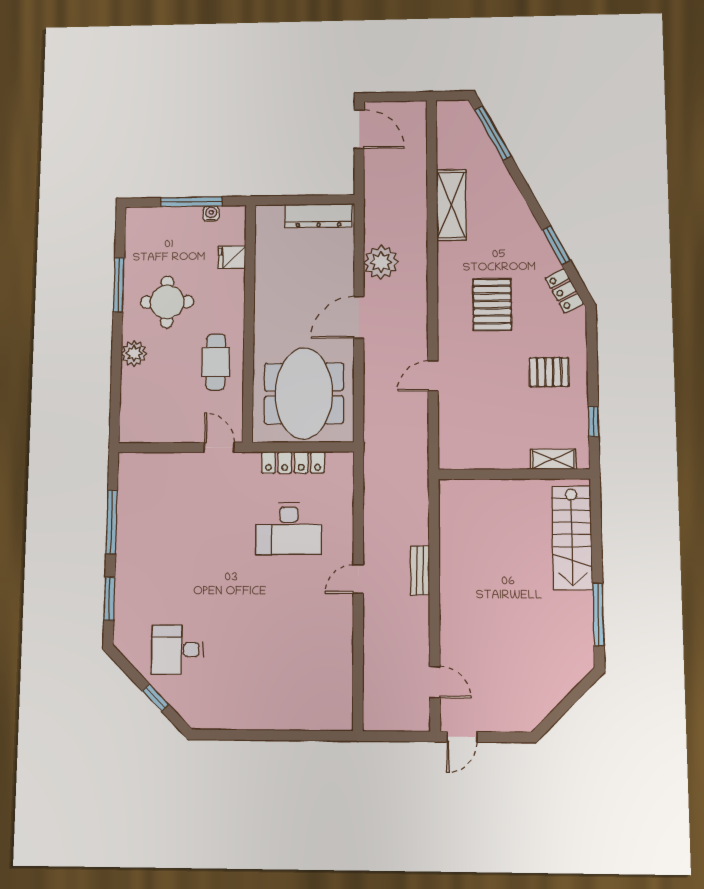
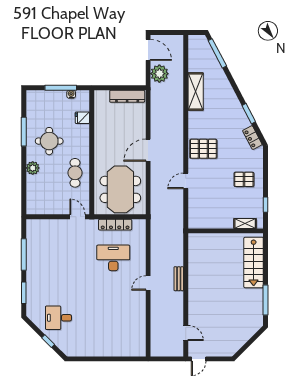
plant: (381, 262) -> (159, 74), moved
pallet: (492, 305) -> (203, 149), moved, turned 90
desk: (289, 529) -> (113, 258), turned 180

